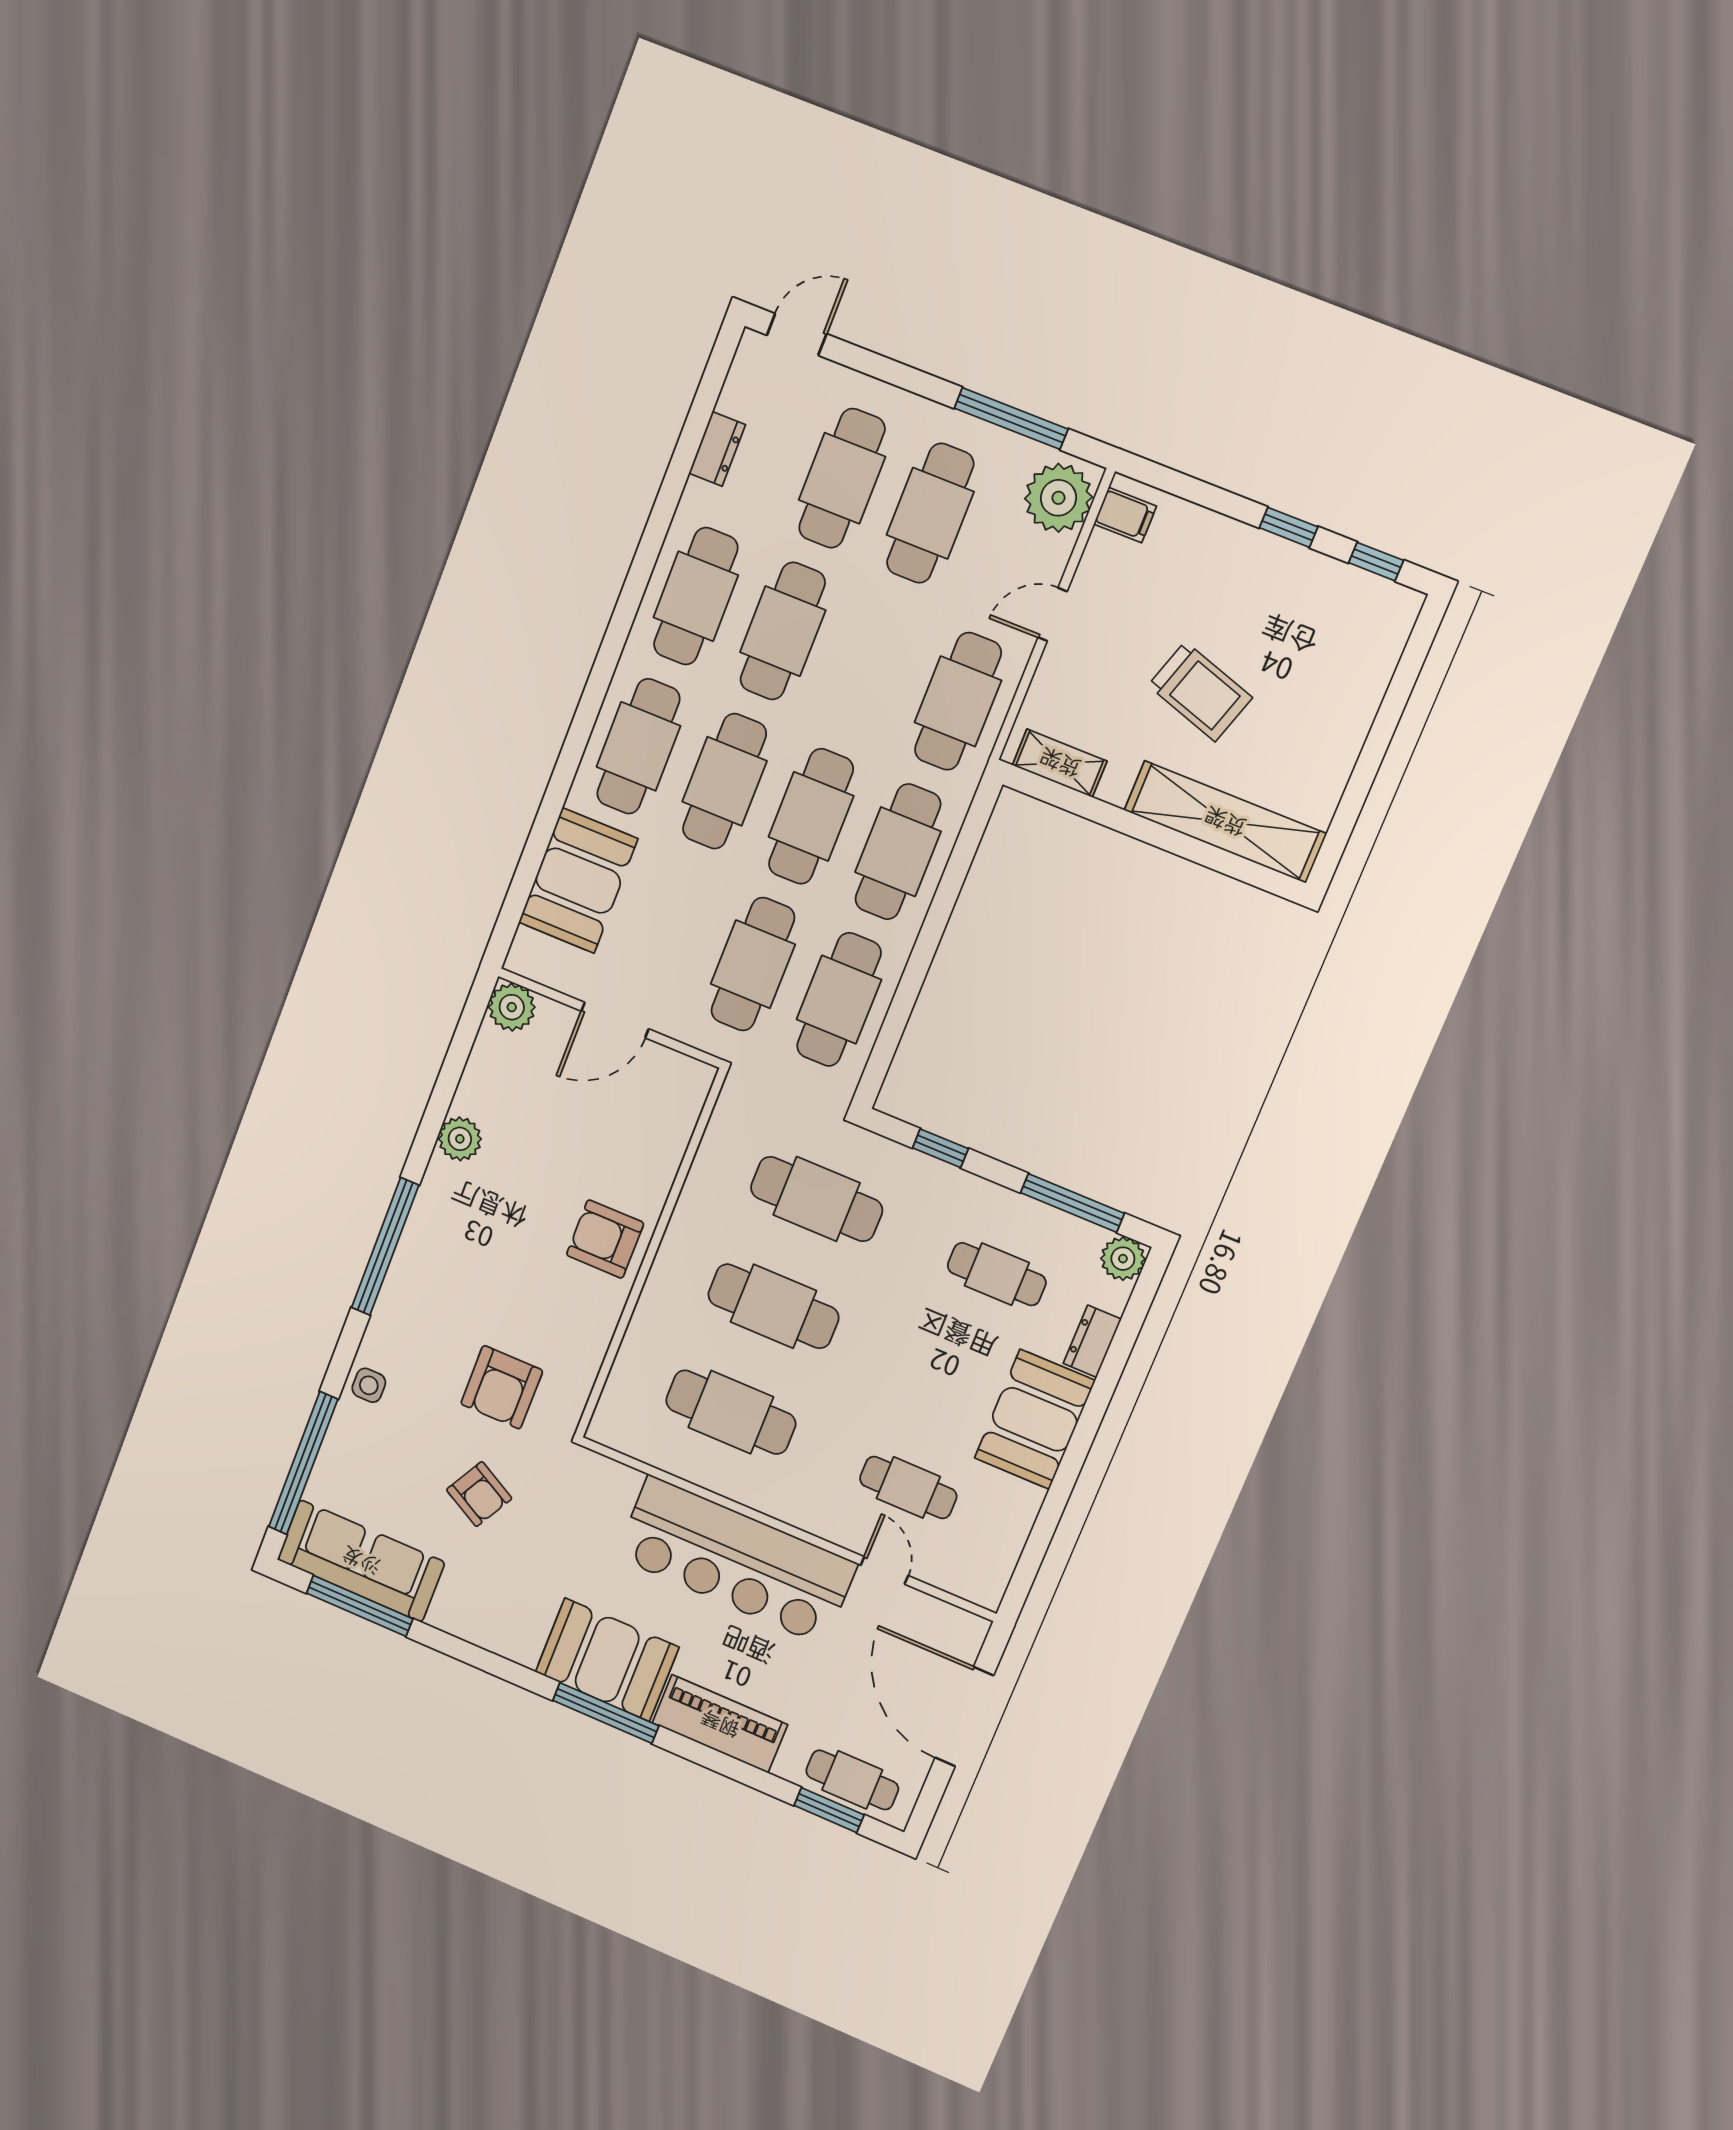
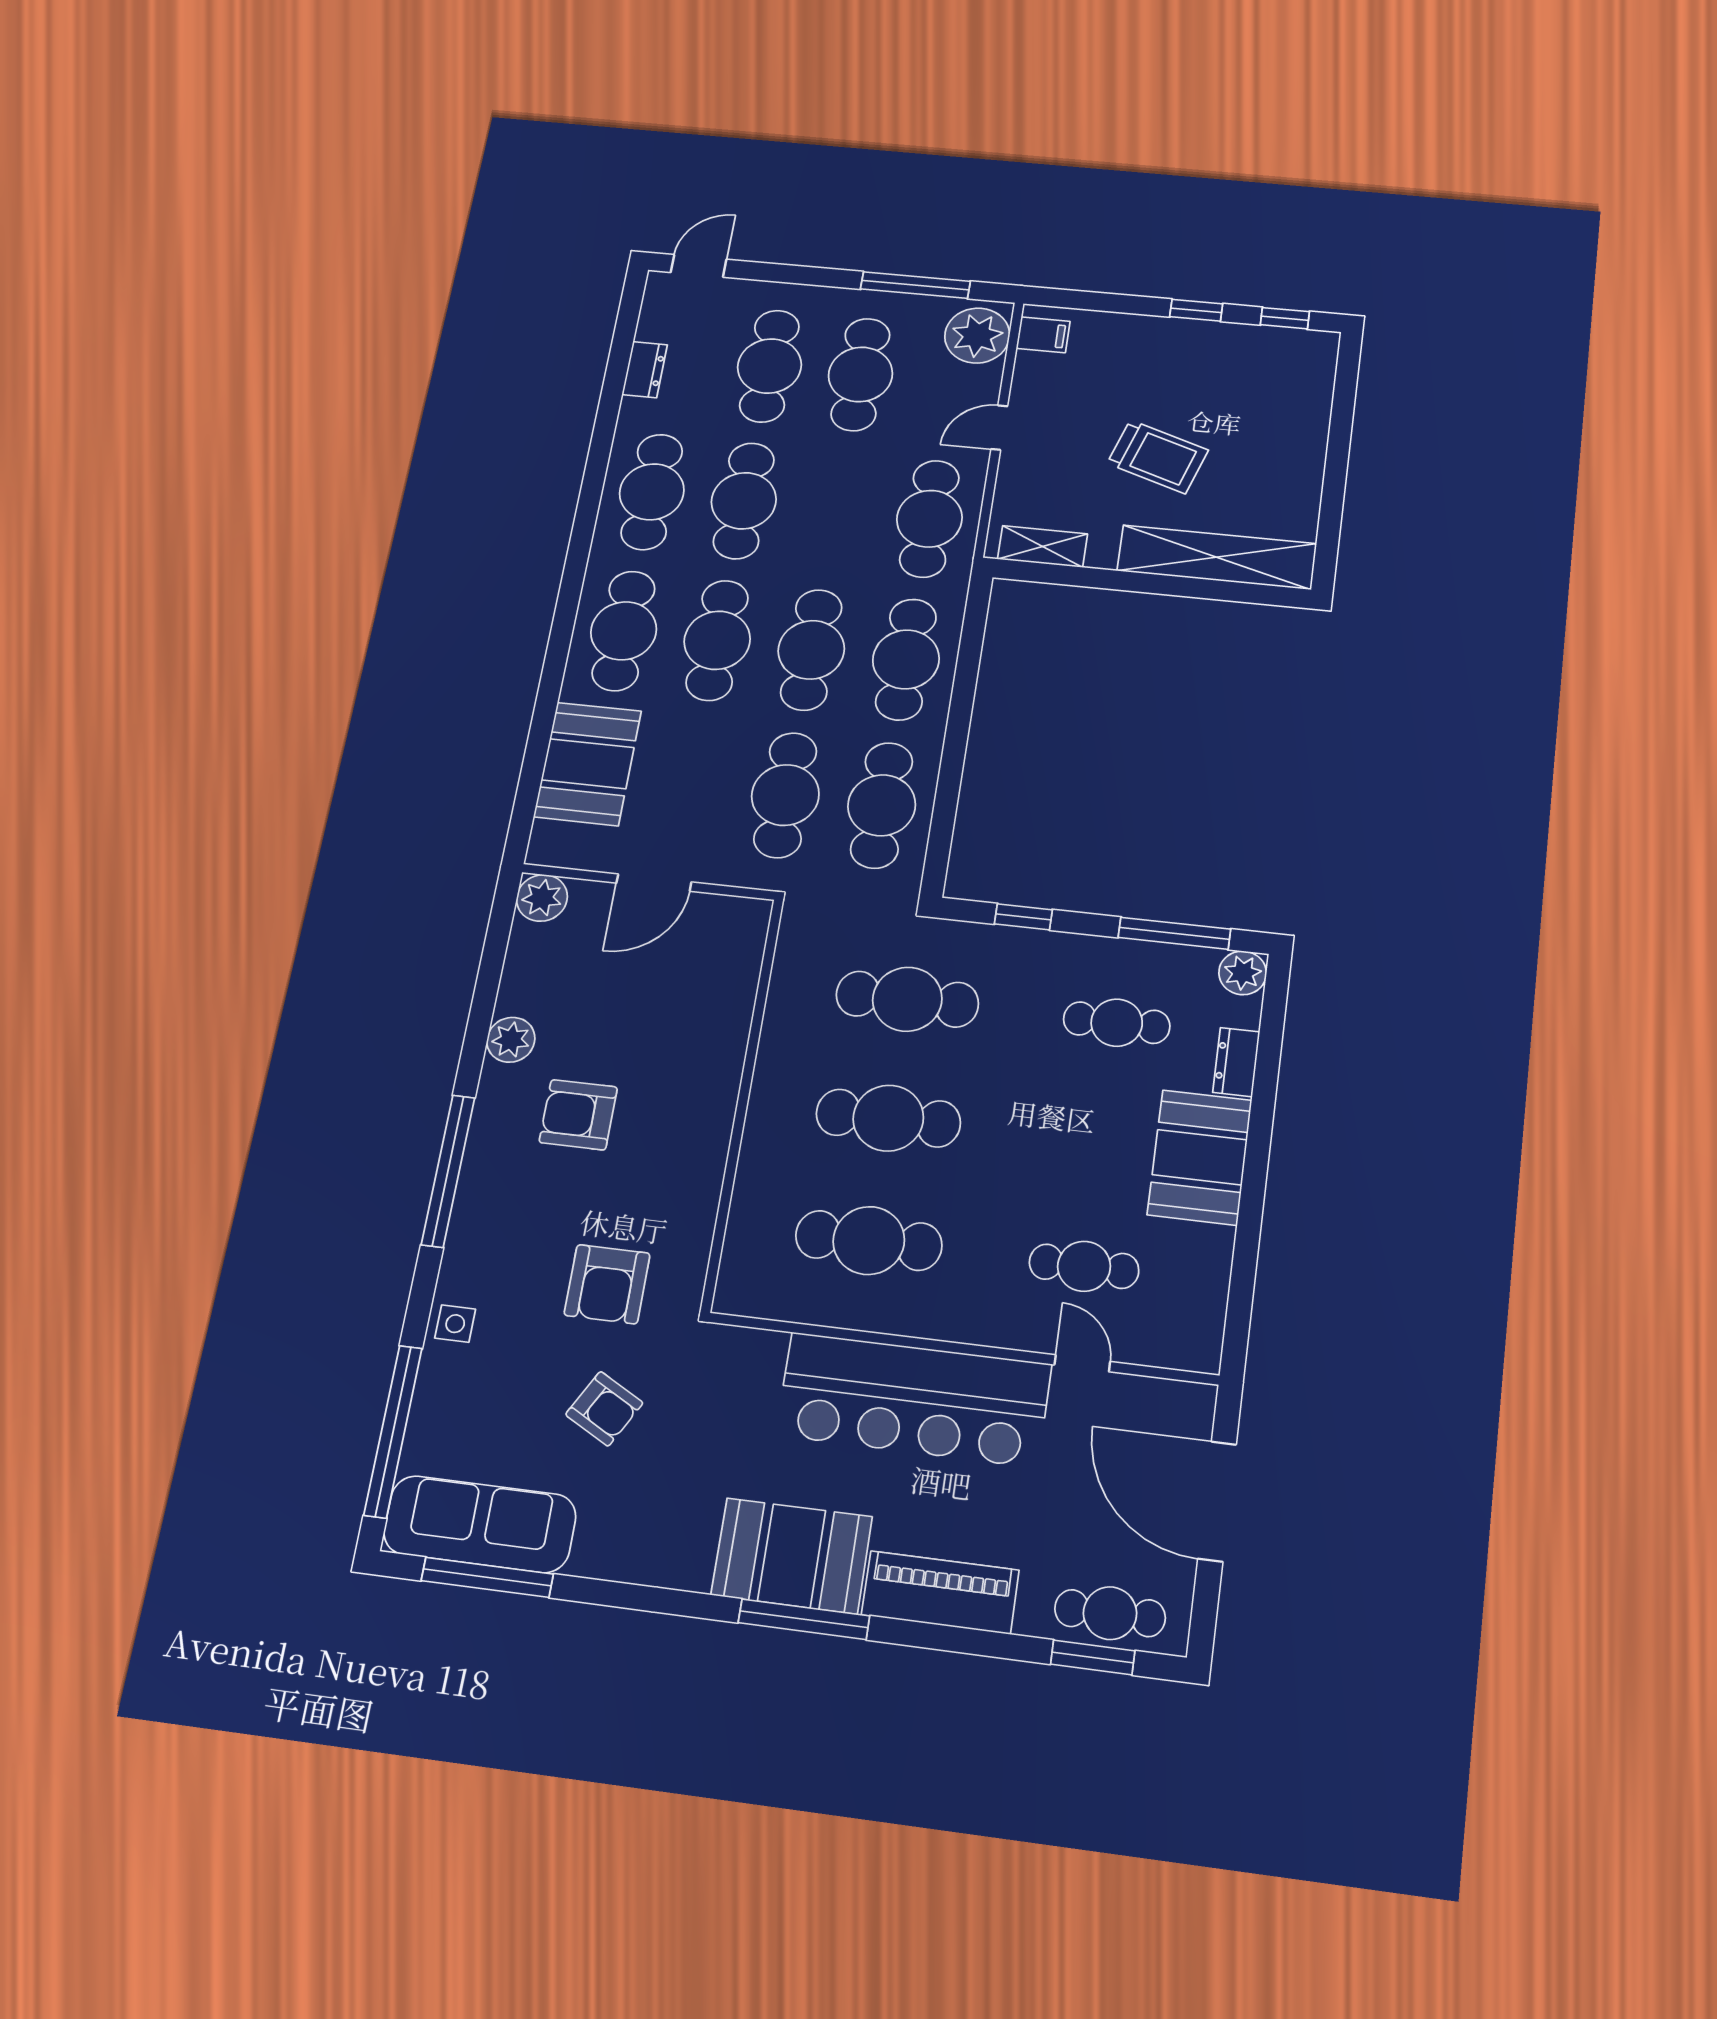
armchair: (605, 1239) -> (578, 1115), moved

